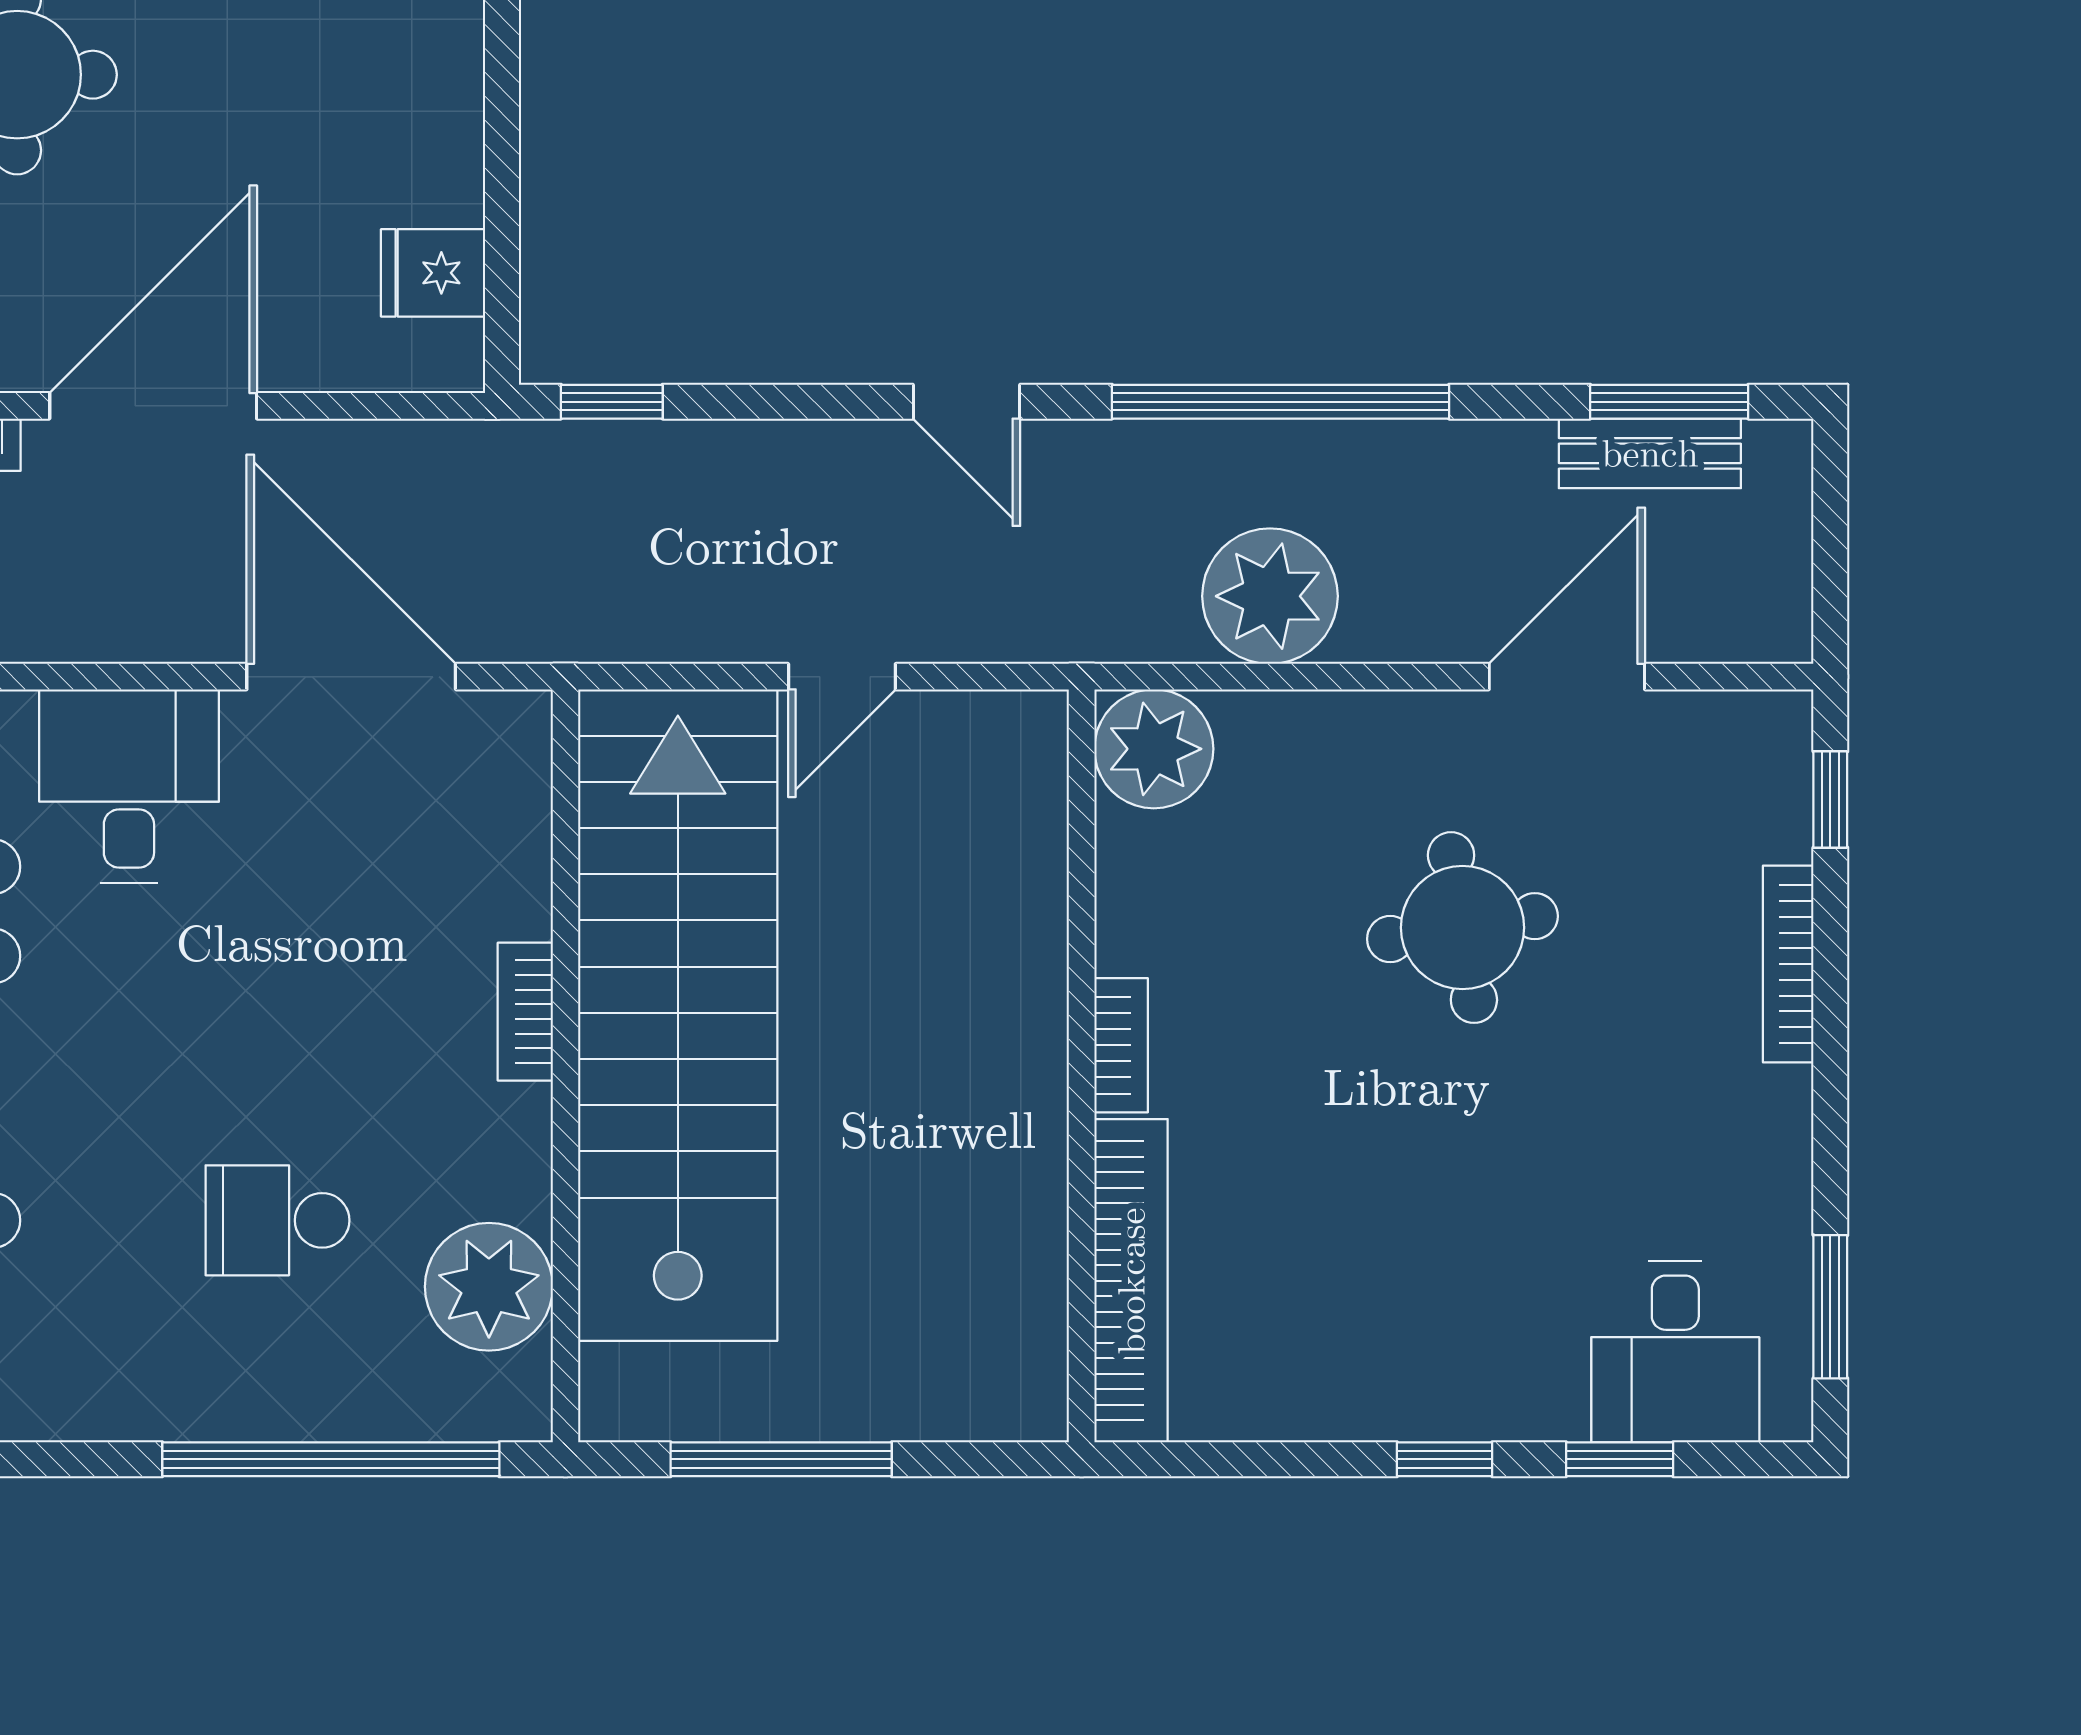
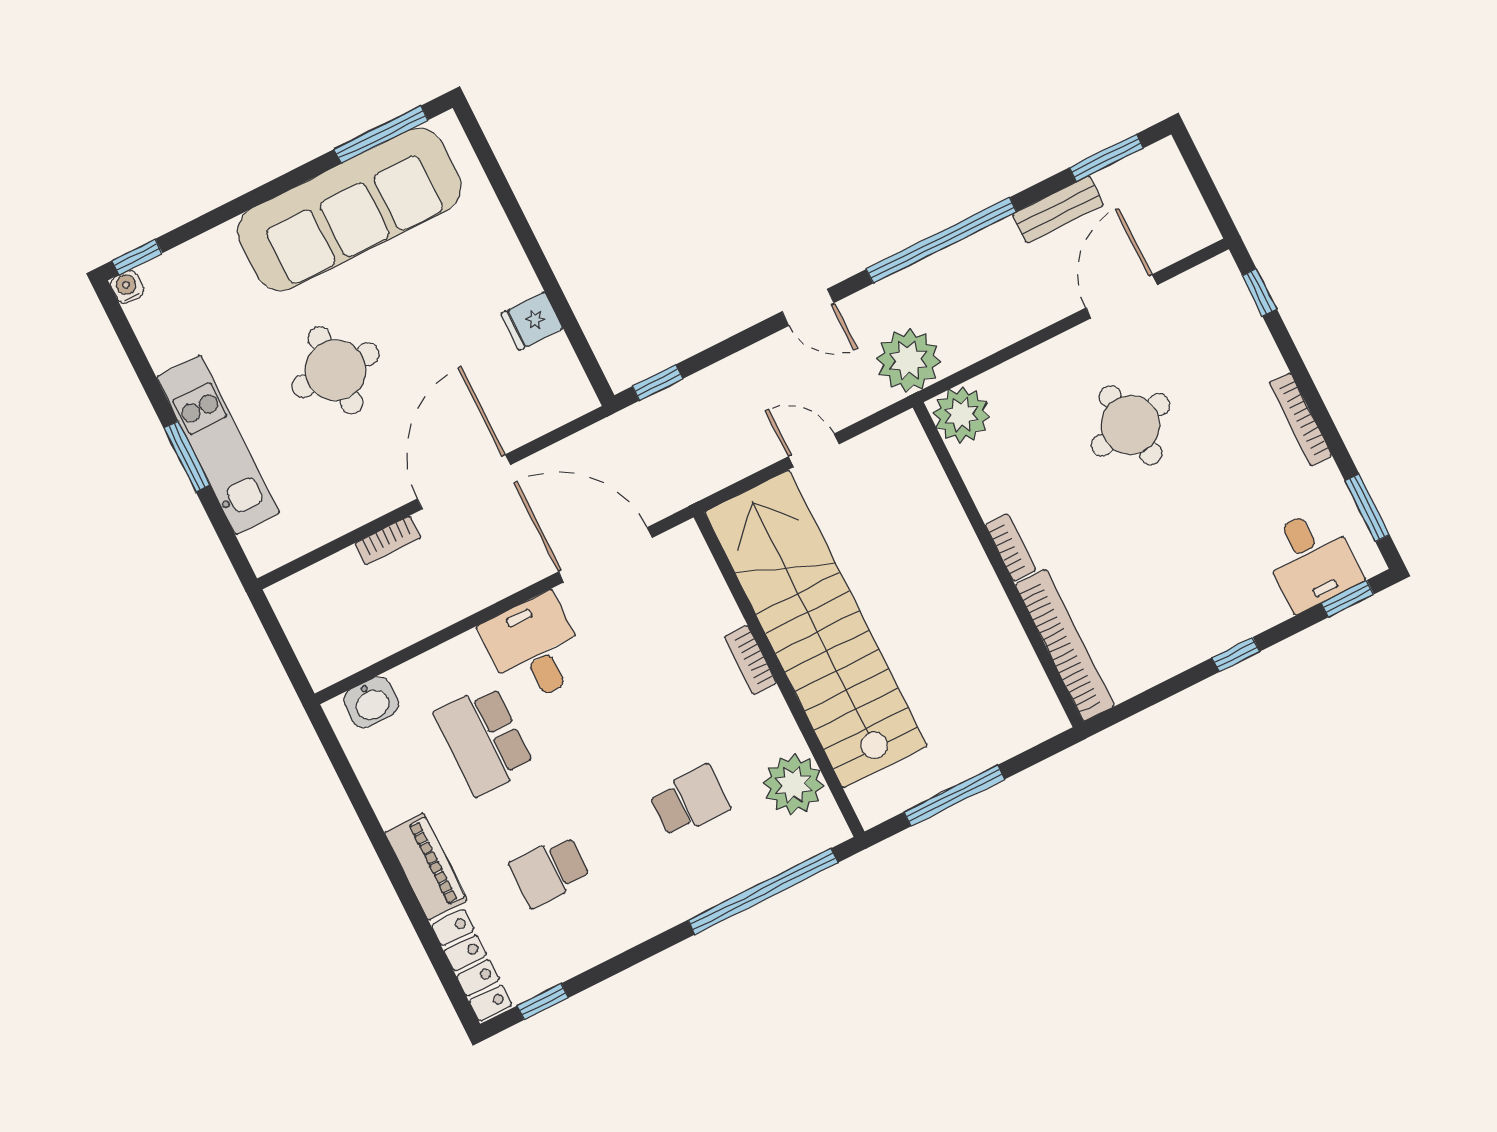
fridge: (433, 273) -> (532, 321), moved
bench: (1650, 453) -> (1058, 210), moved
plant: (1270, 596) -> (908, 360), moved
door: (842, 677) -> (814, 450), swing flipped
bookcase: (1788, 964) -> (1301, 419), moved
school desk: (278, 1220) -> (690, 801), turned 180
window: (1620, 1459) -> (1347, 599), moved

